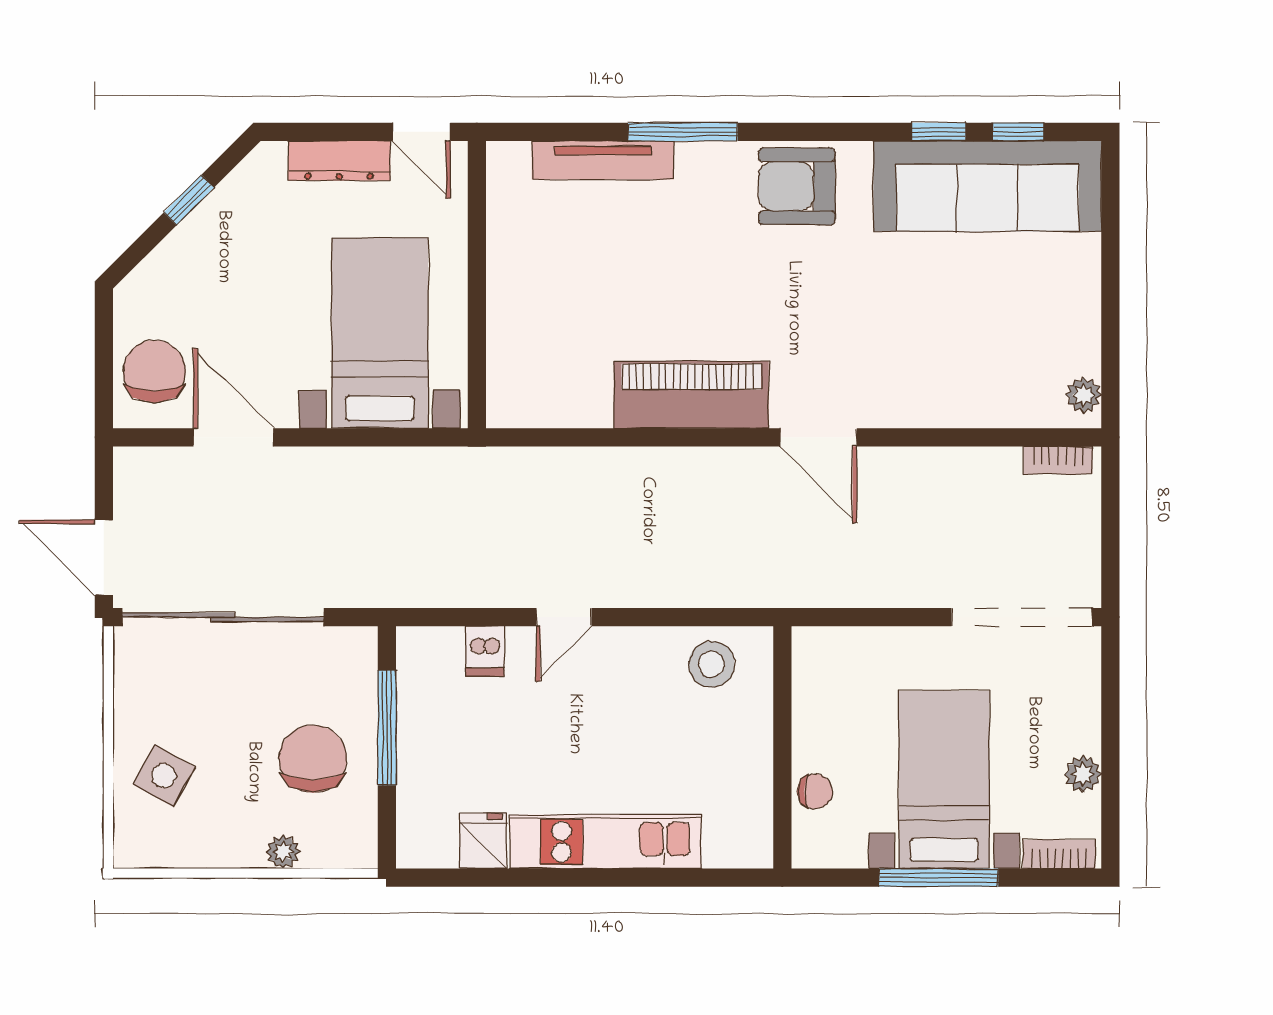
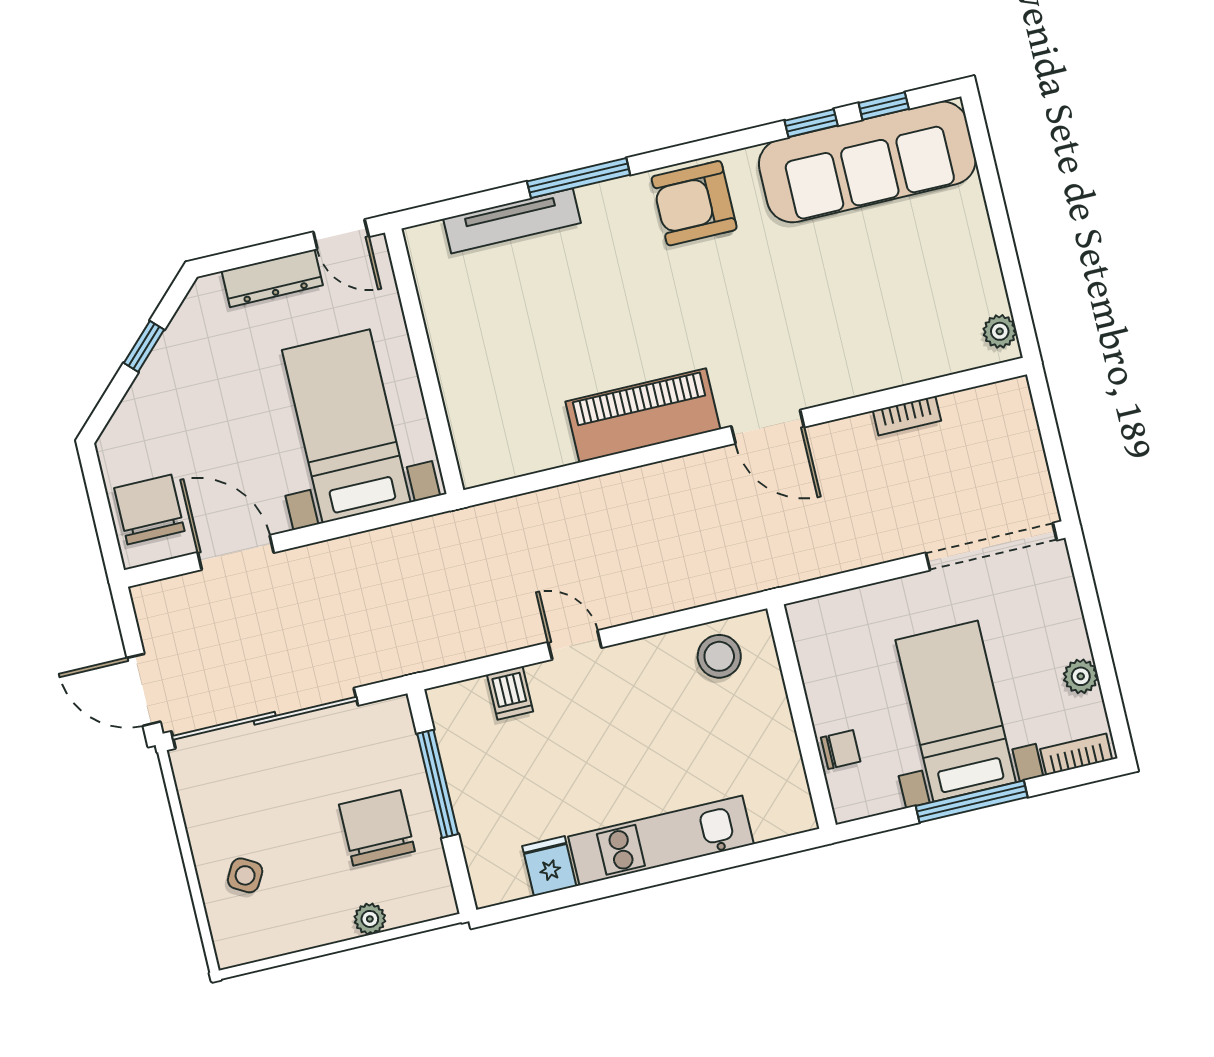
bookcase: (1058, 460) -> (907, 416), moved
door: (564, 617) -> (575, 645), swing flipped
side table: (164, 776) -> (245, 875), width x0.73, depth x0.73

